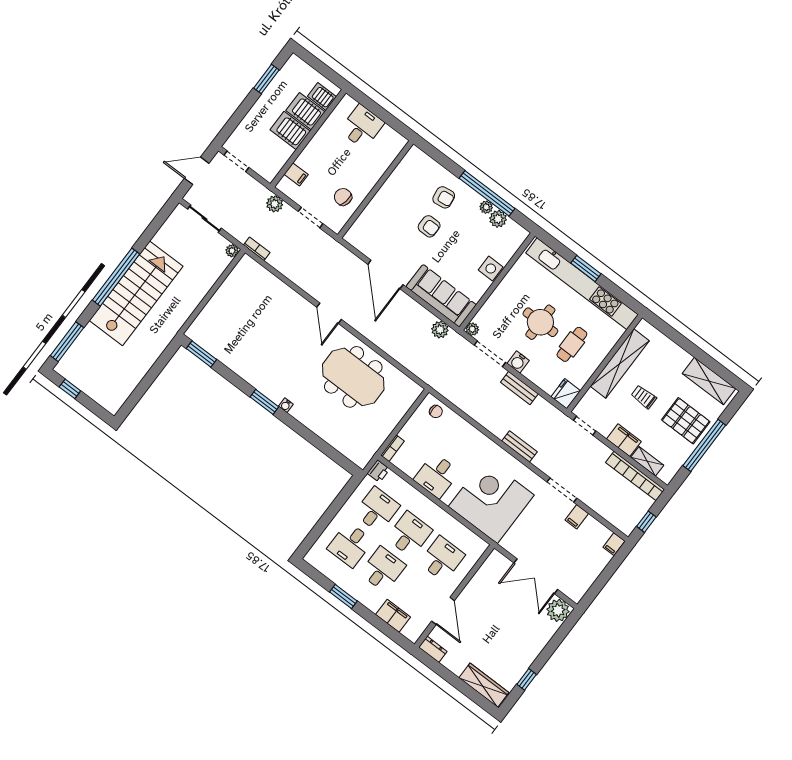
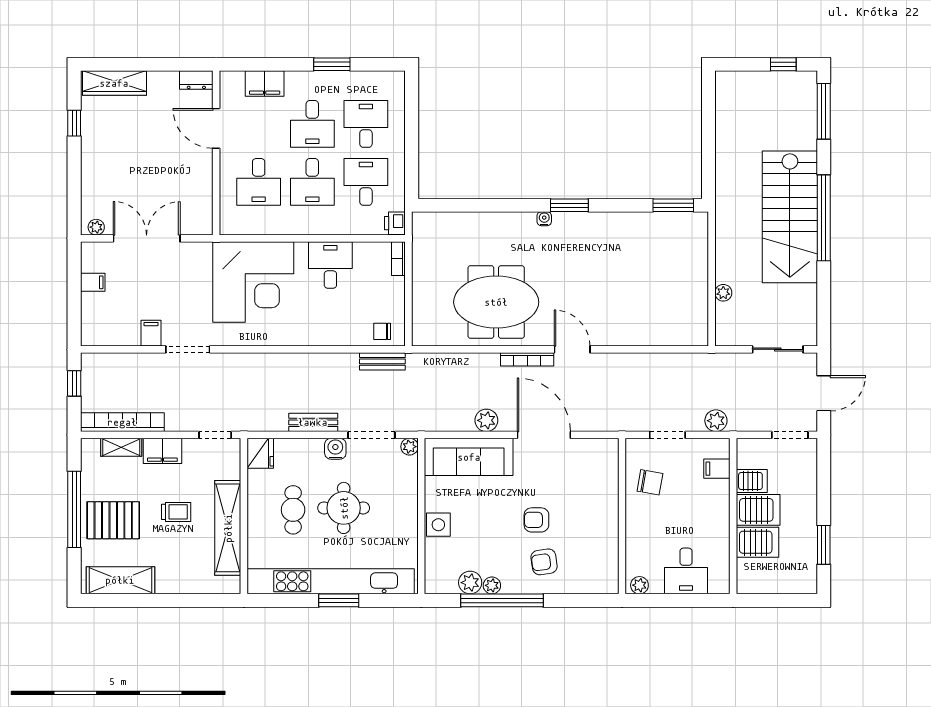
server rack: (322, 97) -> (752, 481), moved
plant: (397, 139) -> (639, 585), added
bookcase: (257, 249) -> (527, 359), moved, width x1.56
plant: (232, 251) -> (723, 293), moved
plant: (440, 330) -> (486, 420), moved
bench: (519, 446) -> (382, 361), moved
desk: (377, 510) -> (366, 182), turned 180
filing cabinet: (614, 544) -> (93, 282), moved, turned 90
plant: (558, 610) -> (96, 227), width x0.53, depth x0.53

